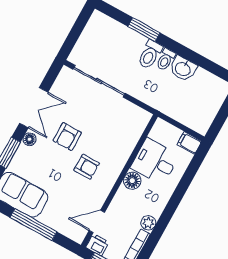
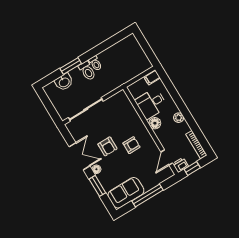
washbasin: (183, 69) -> (64, 82), moved
plant: (148, 223) -> (179, 118), moved

